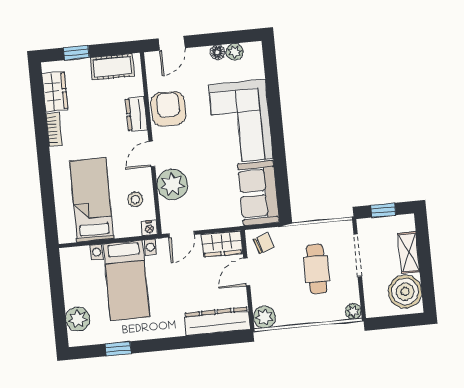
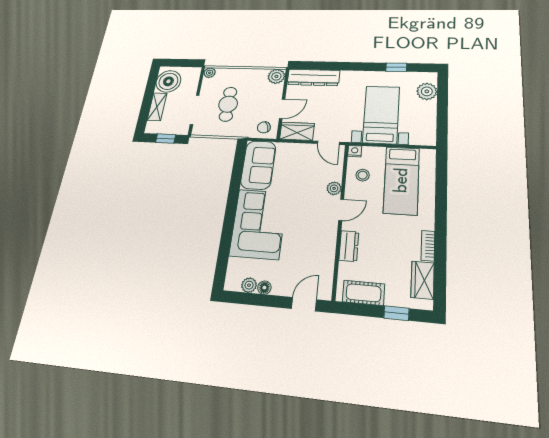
armchair: (168, 109) -> (319, 246), removed
plant: (172, 184) -> (334, 188), width x0.53, depth x0.53
door: (182, 234) -> (328, 143), swing flipped

